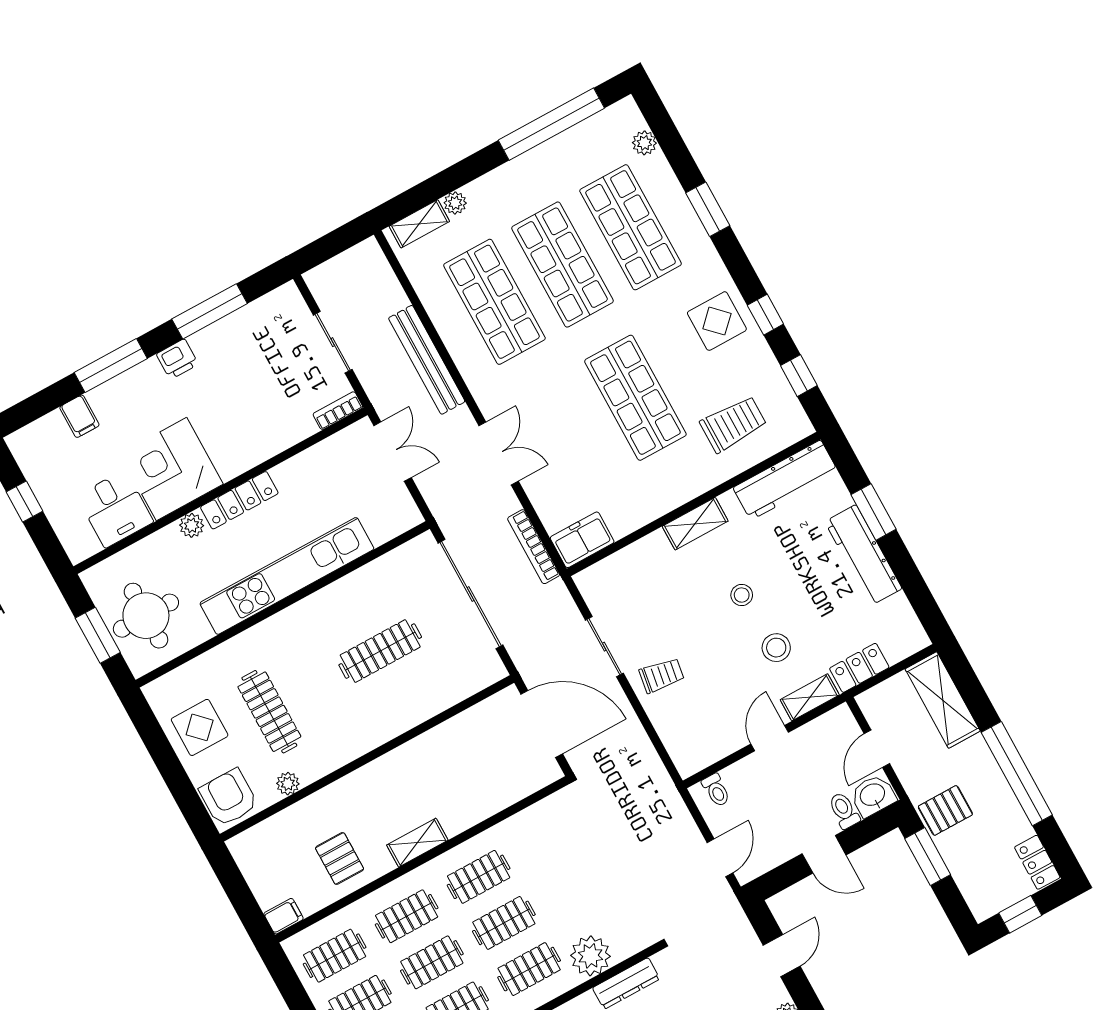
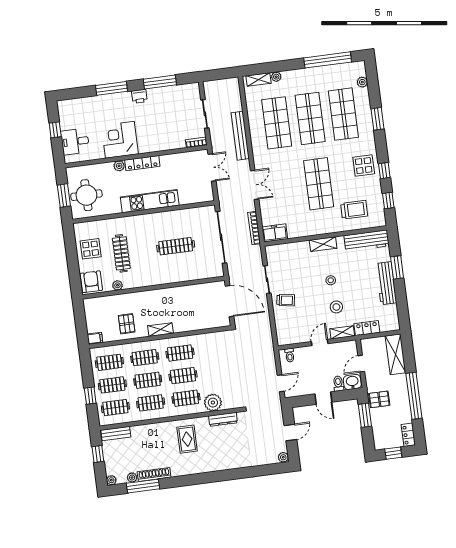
filing cabinet: (79, 416) -> (91, 104), removed
desk: (115, 509) -> (75, 142), moved, turned 90
kitchen unit: (287, 576) -> (150, 201), width x0.73

